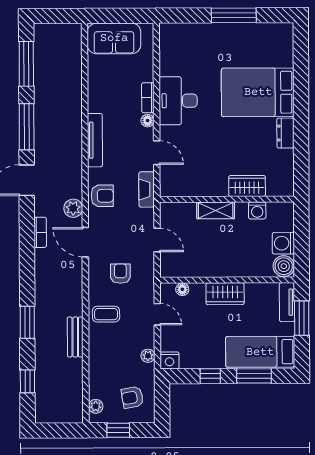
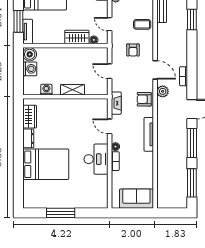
wardrobe: (247, 186) -> (30, 117), moved, turned -90
wardrobe: (225, 294) -> (77, 37), moved

